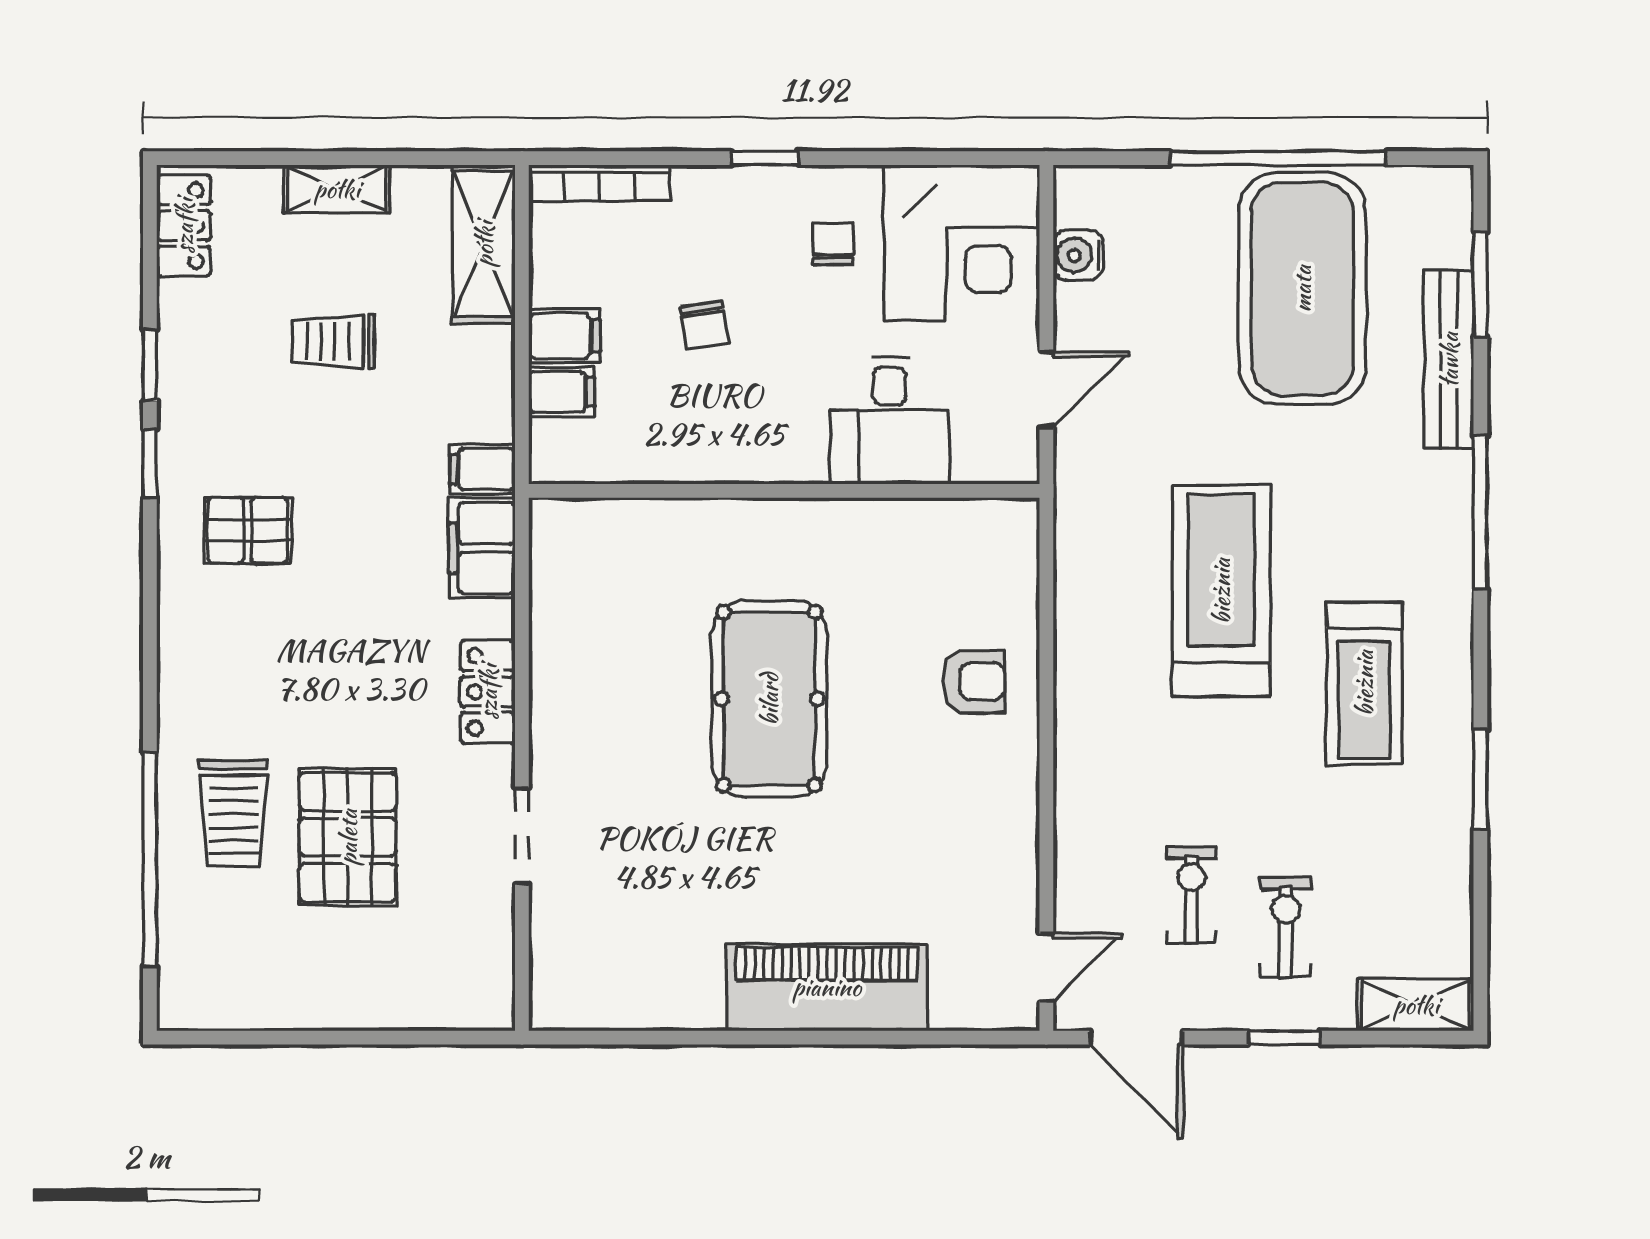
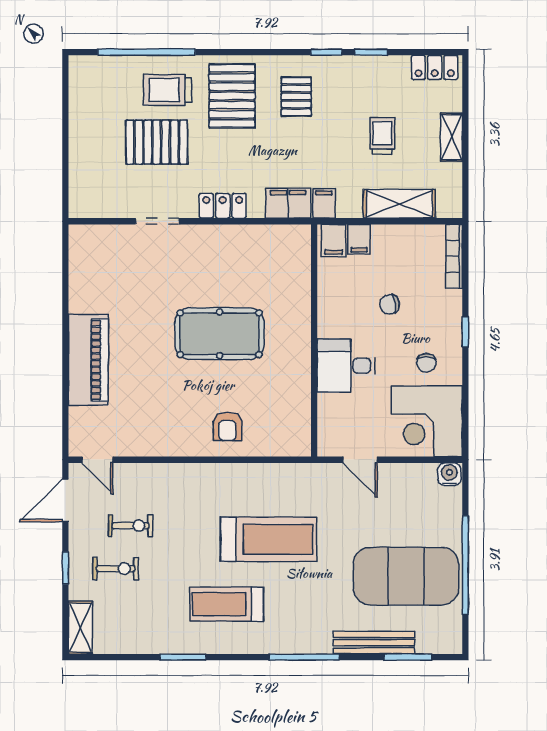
shelving: (484, 244) -> (399, 204), moved
chair: (833, 244) -> (426, 363), turned 90
water cooler: (1078, 255) -> (449, 474), moved
filing cabinet: (565, 336) -> (334, 241), moved
desk: (889, 420) -> (346, 366), moved
pallet: (246, 671) -> (232, 96), added

